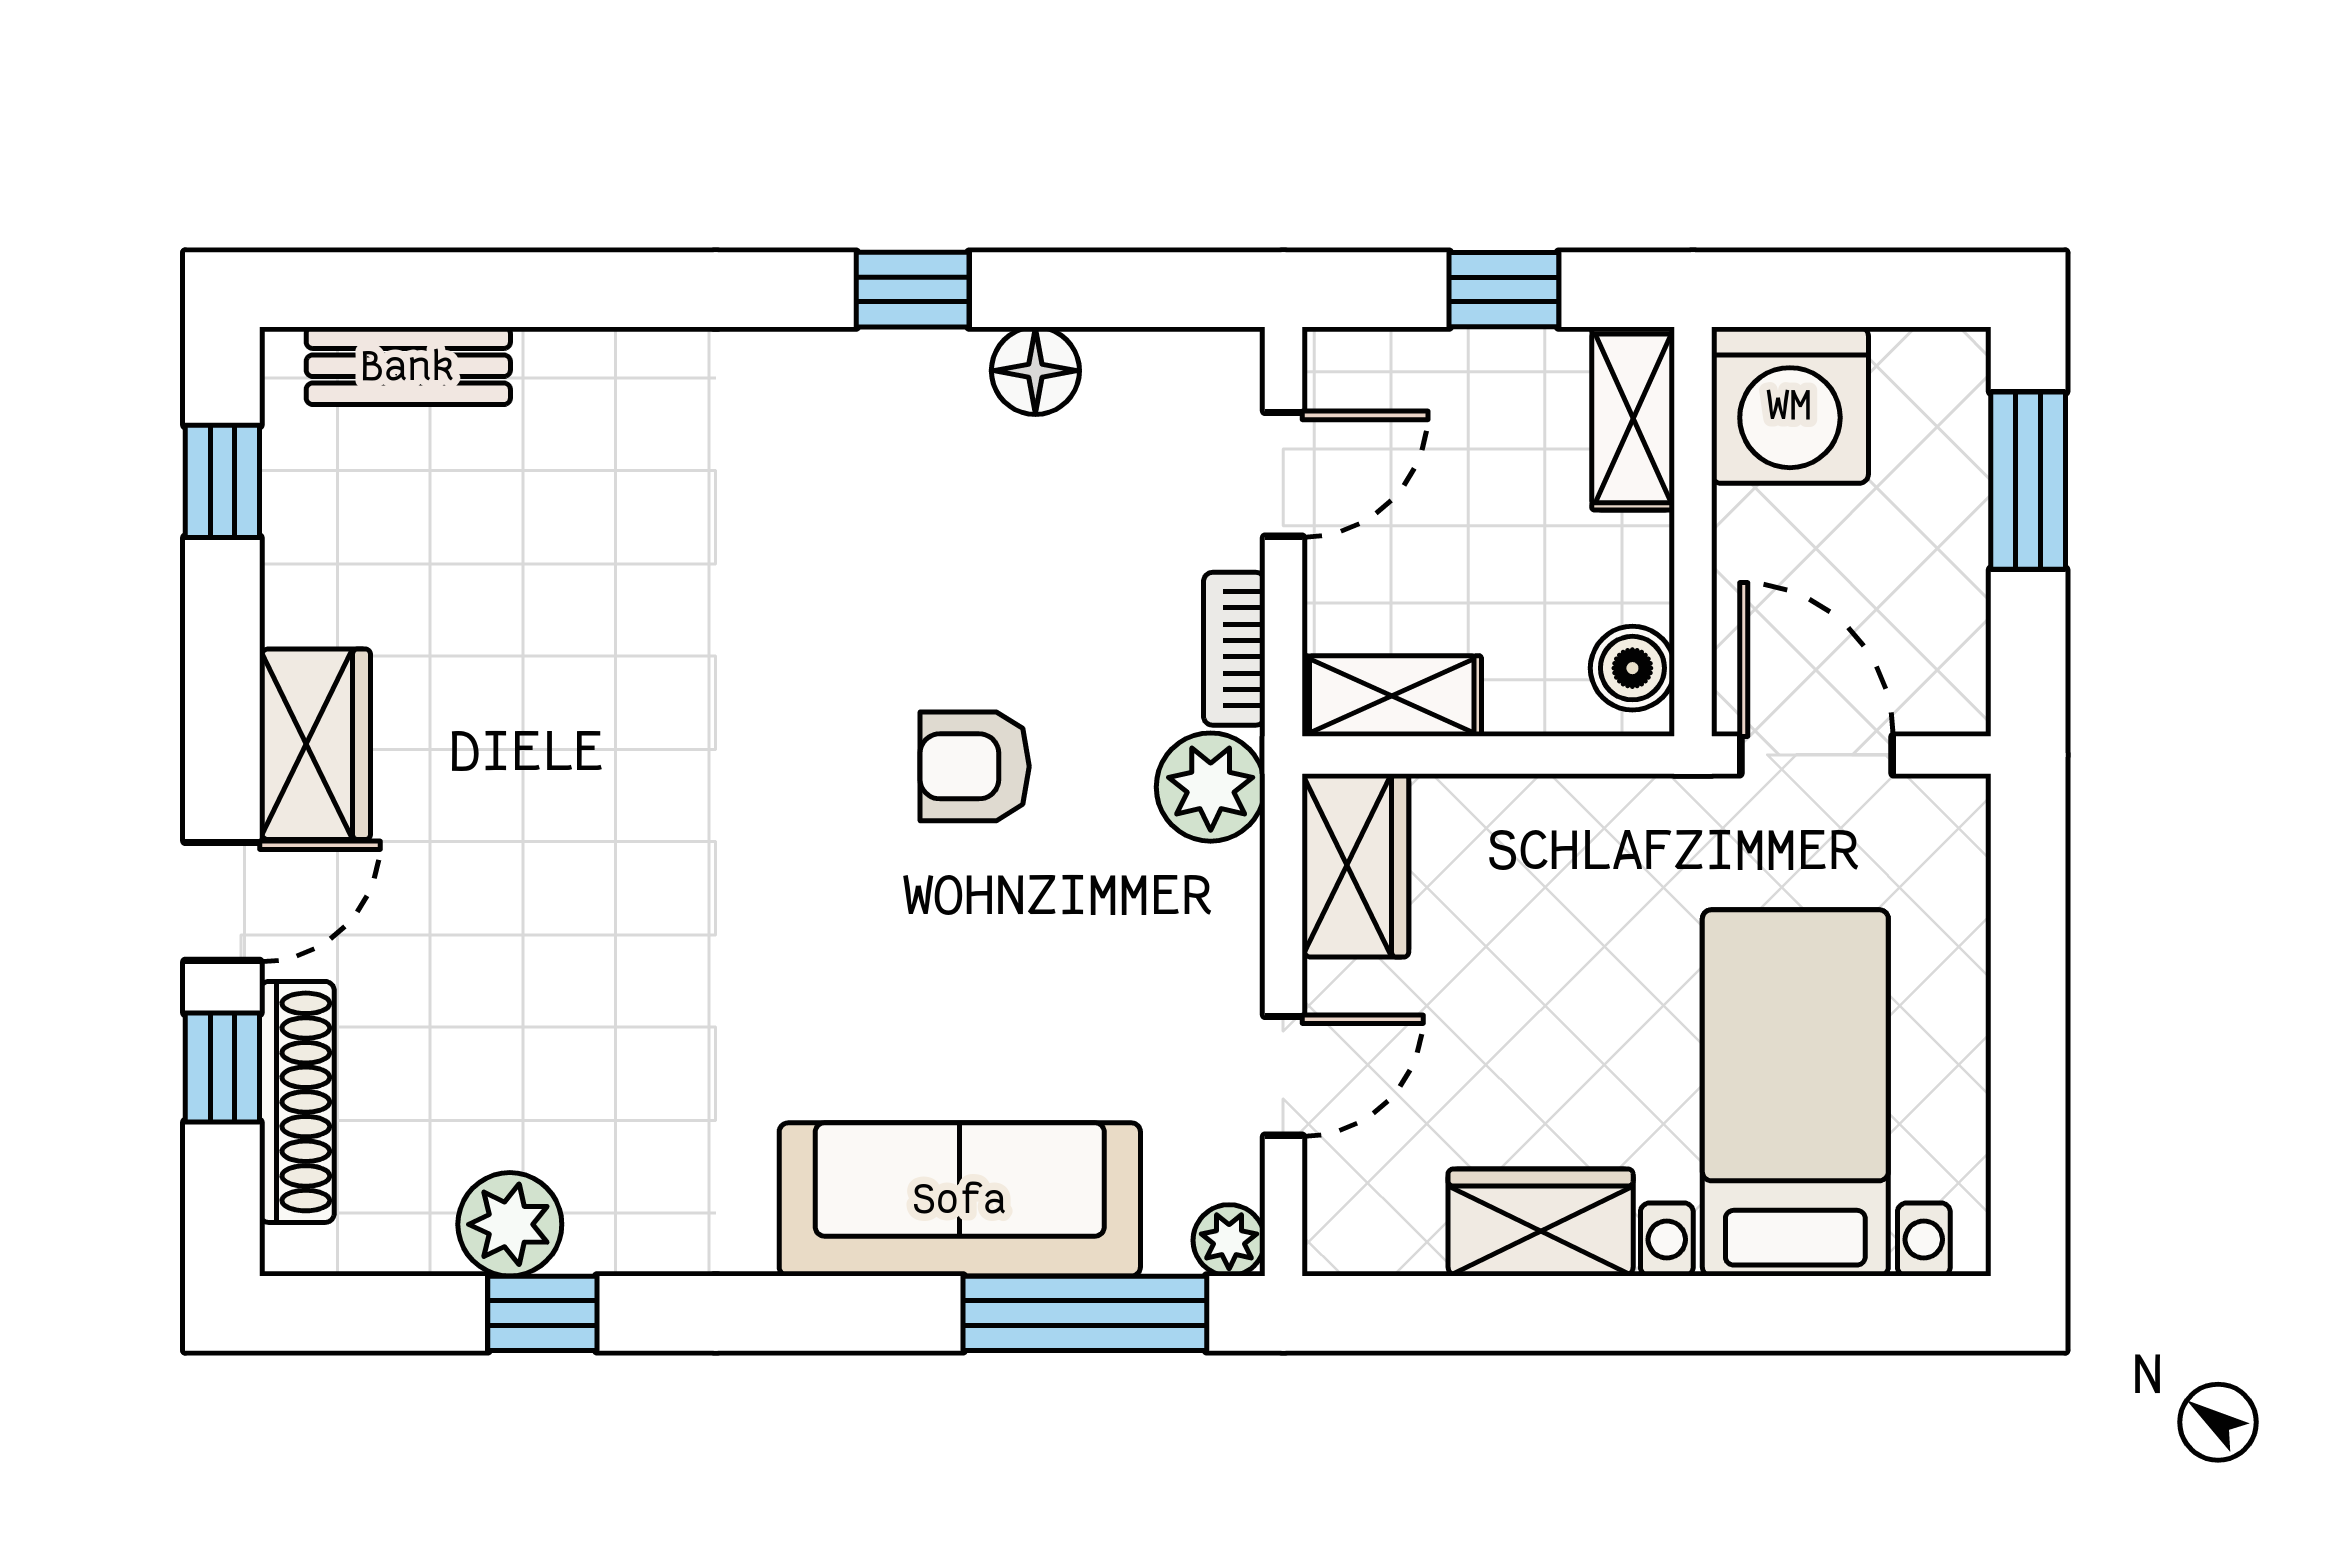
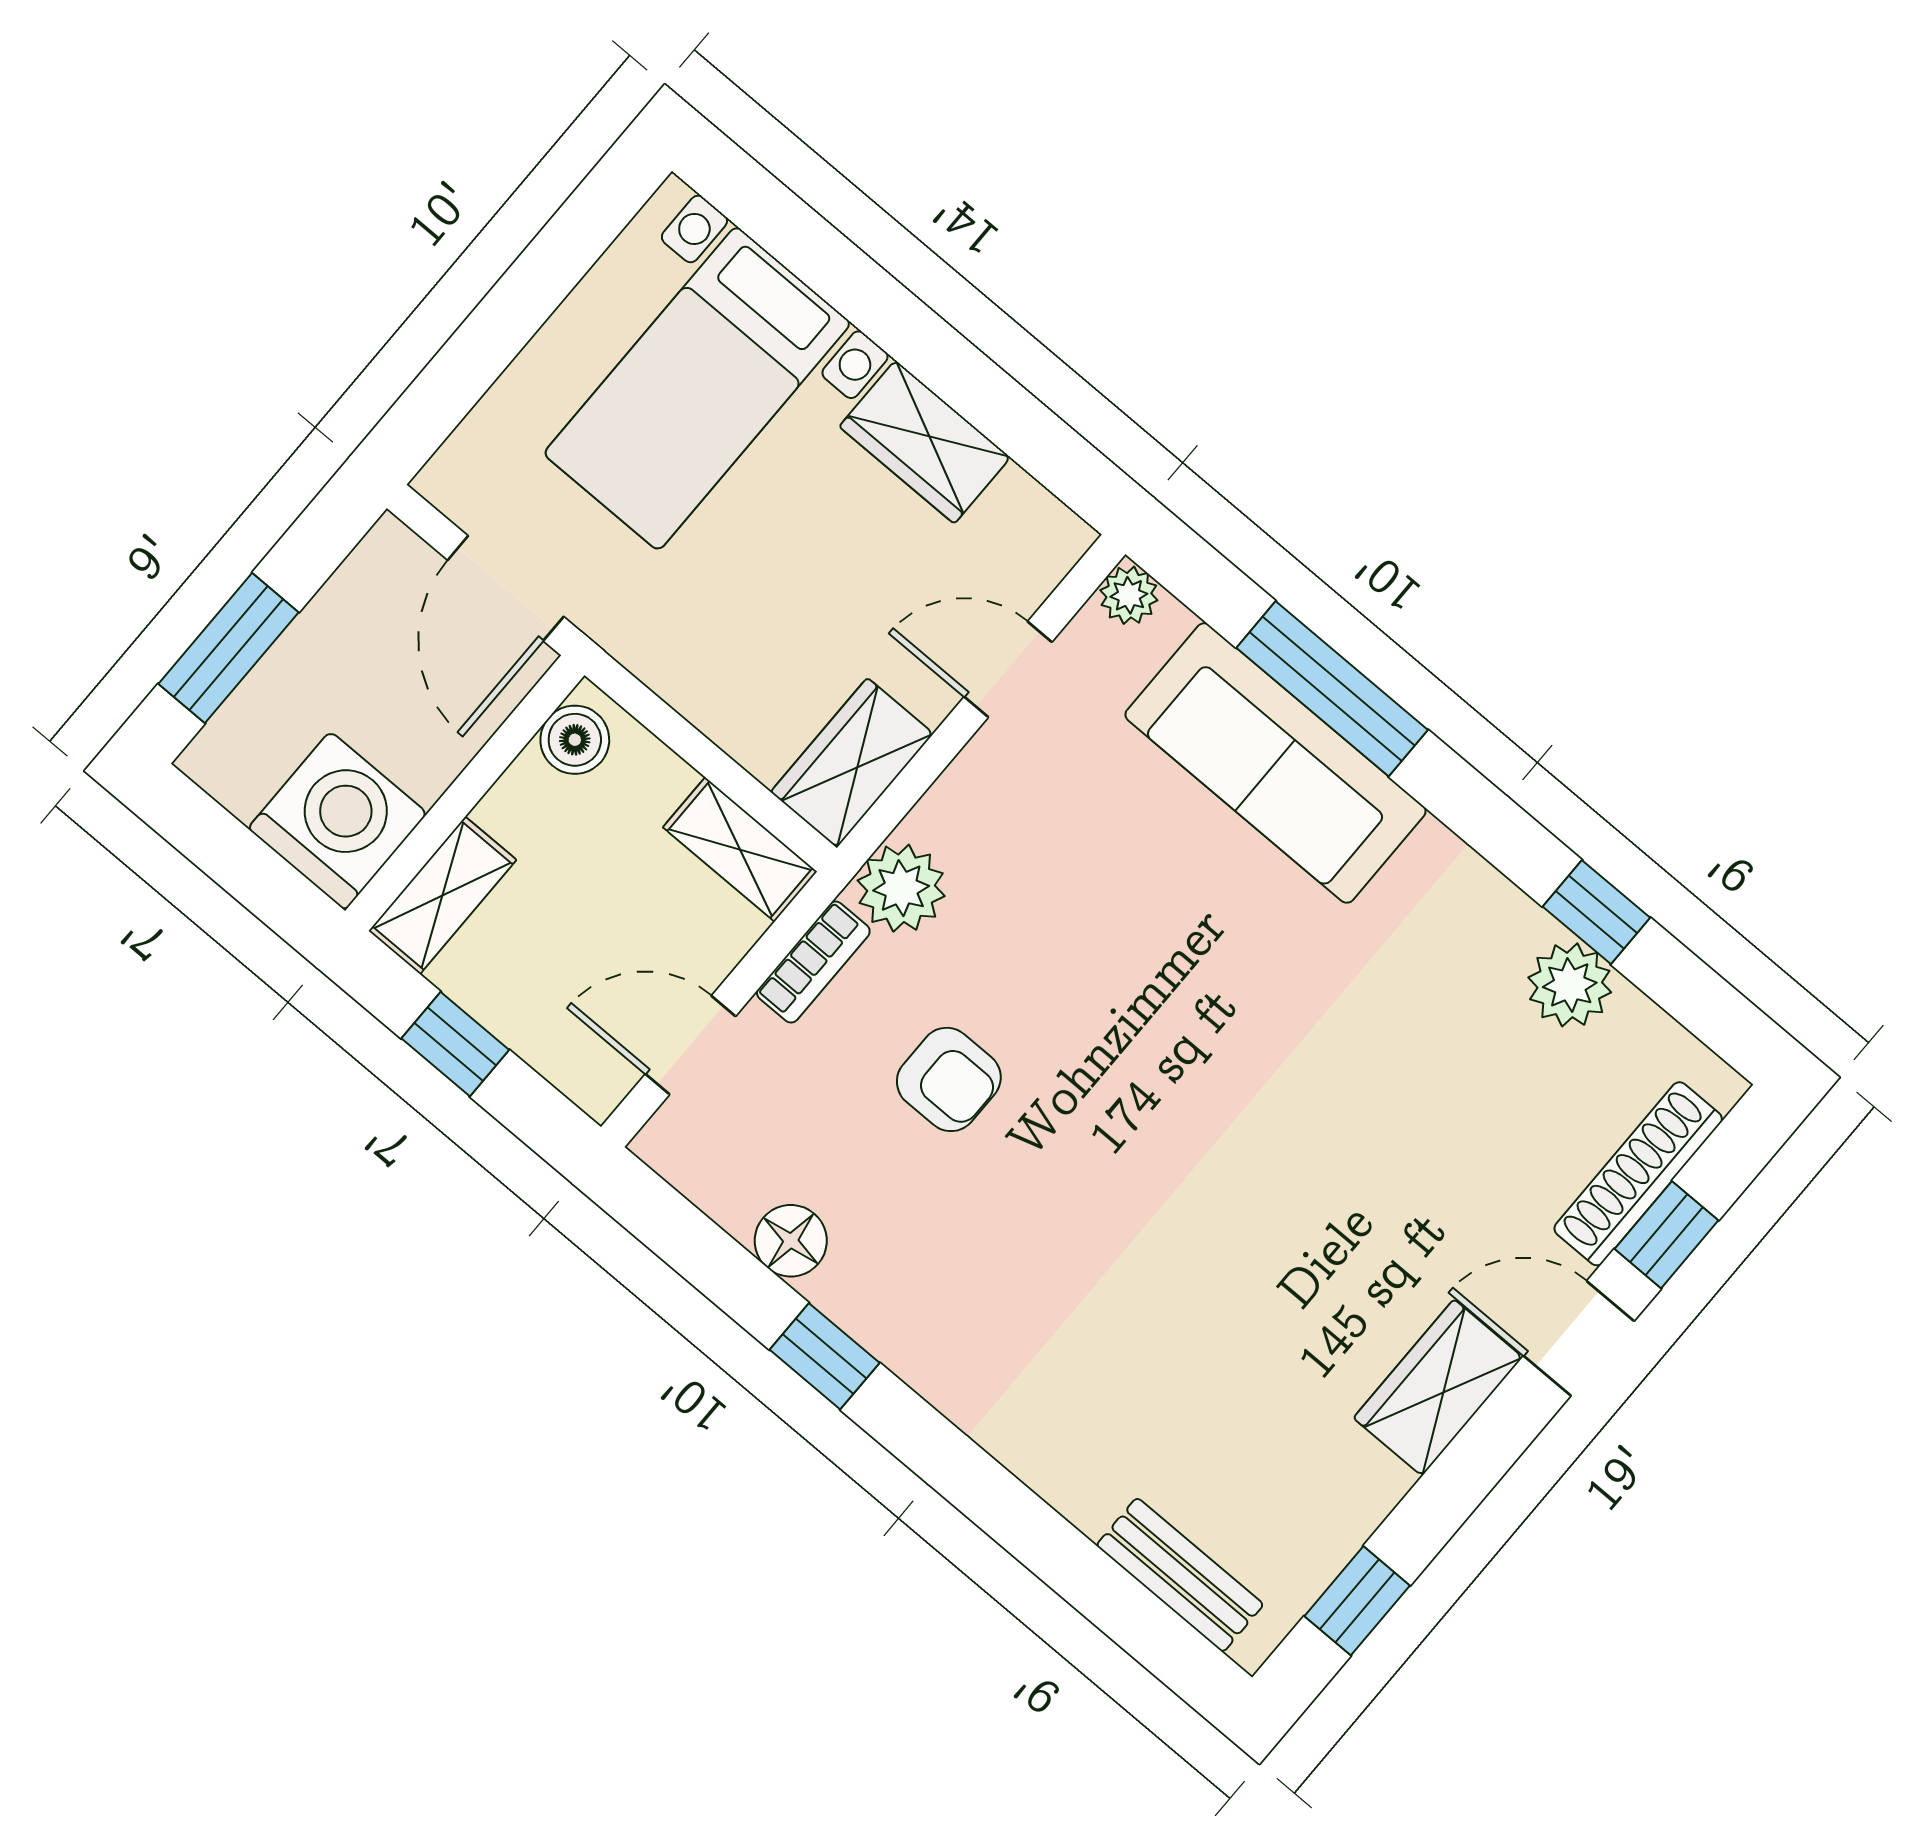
armchair: (975, 766) -> (949, 1079), moved
window: (1085, 1313) -> (1332, 689), moved

